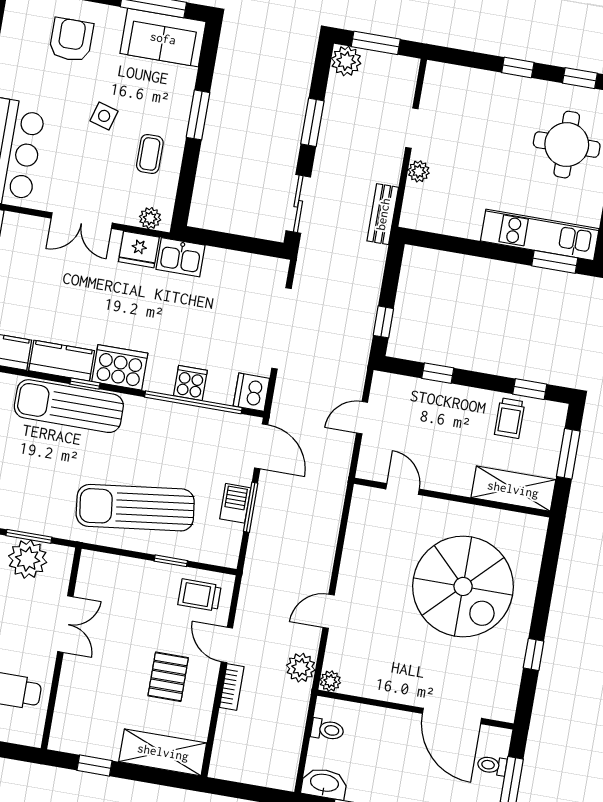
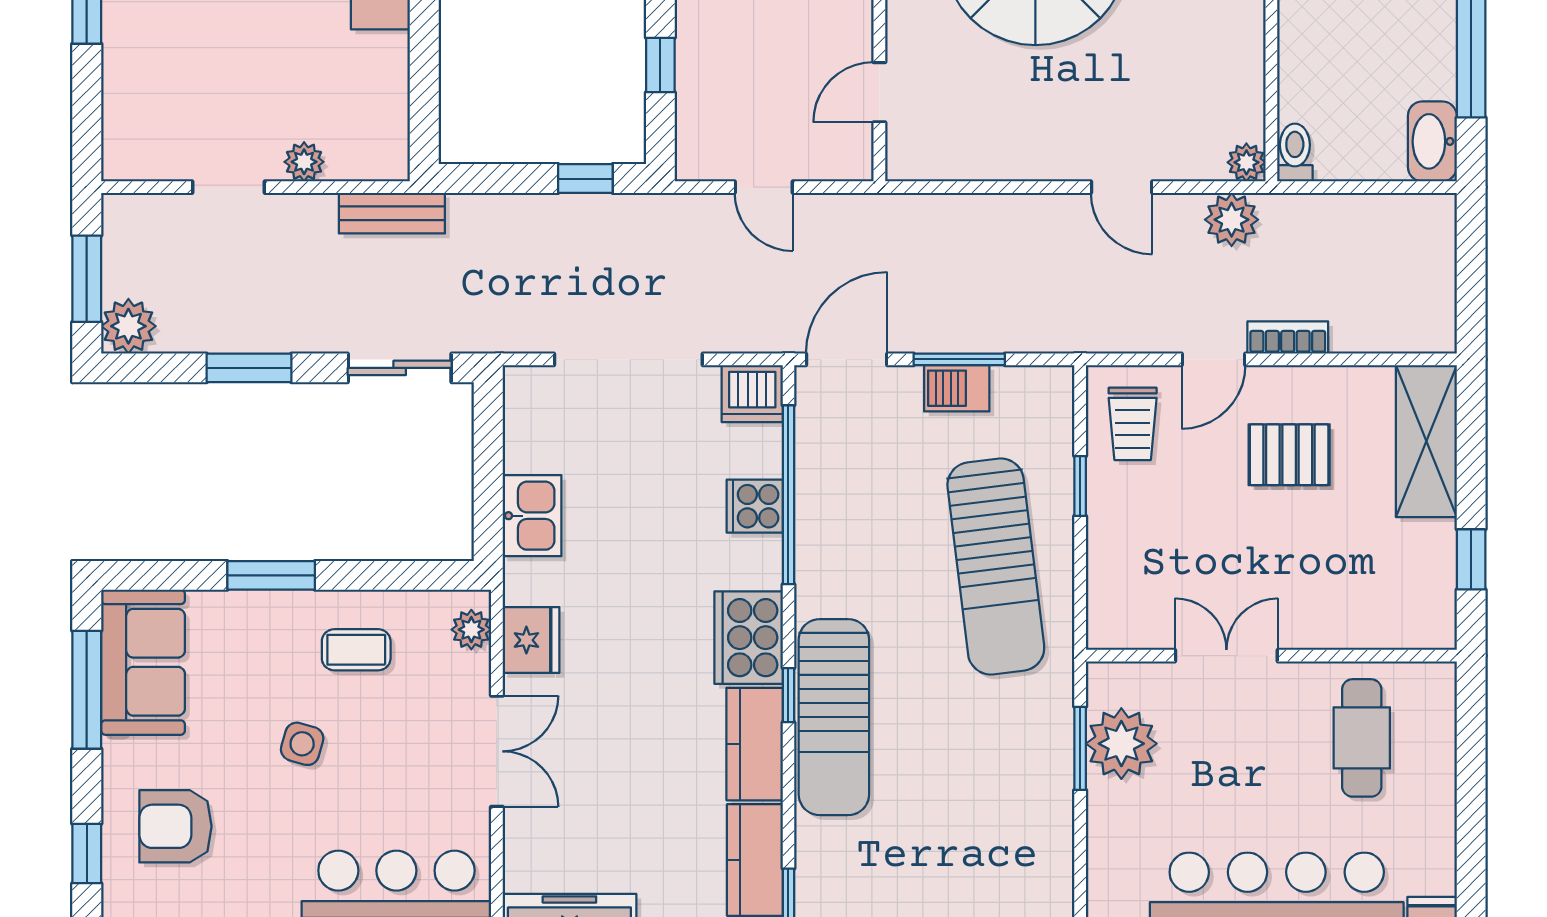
kitchen sink: (181, 257) -> (532, 516), moved
toilet: (327, 730) -> (1295, 153), moved

